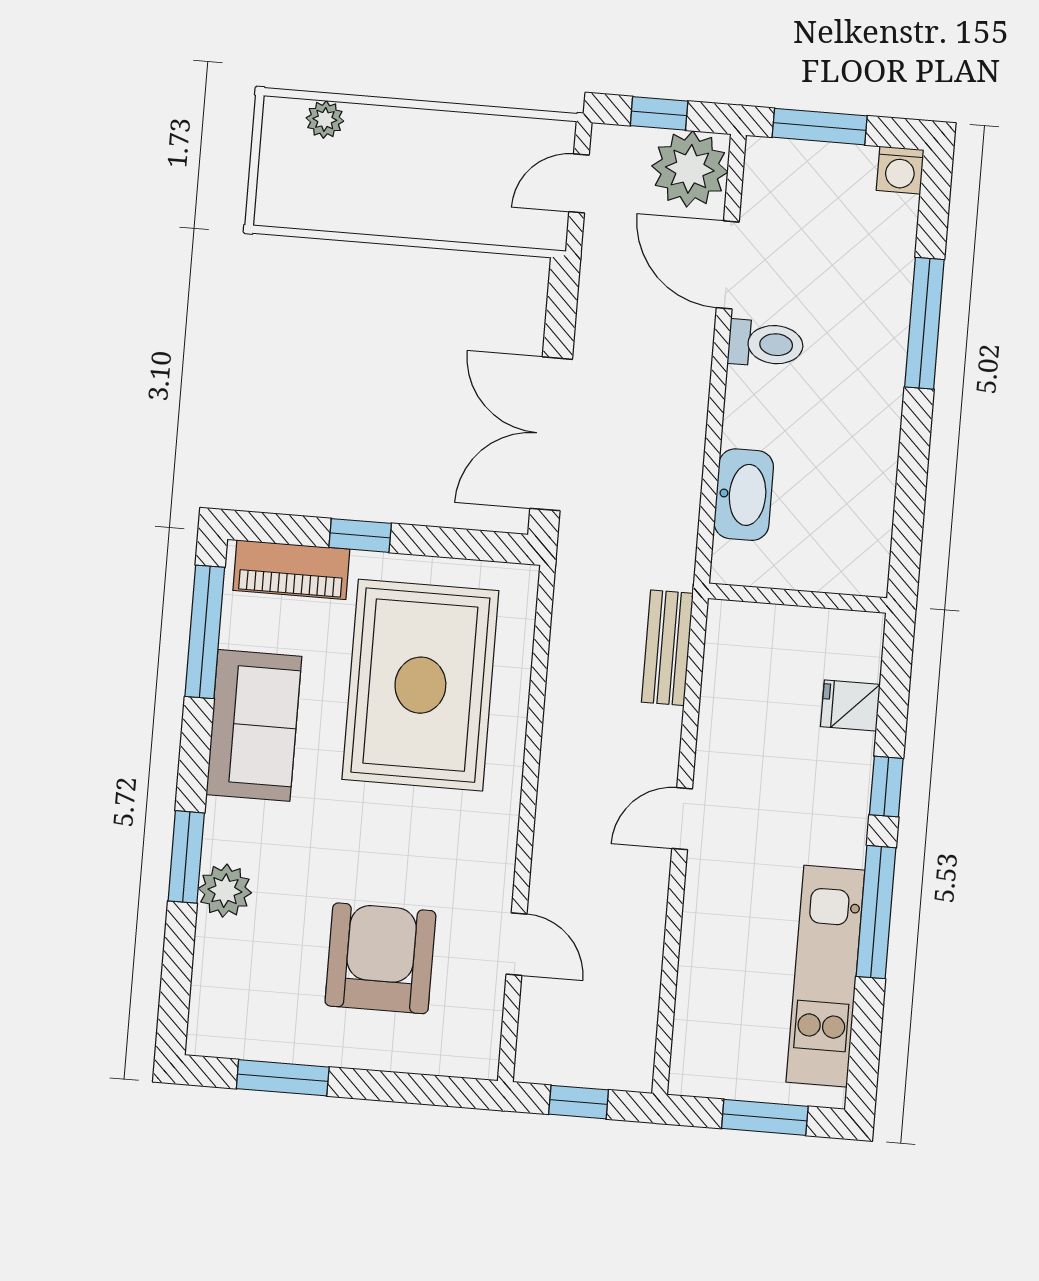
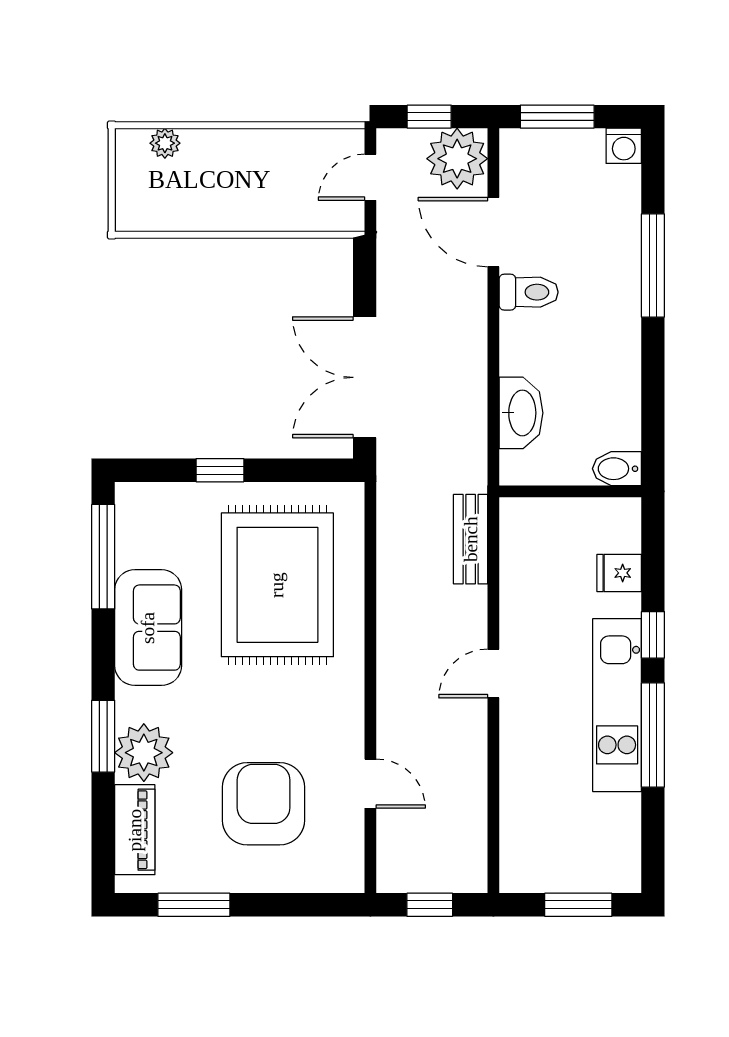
piano: (291, 570) -> (135, 830), moved, turned -90
bidet: (858, 574) -> (617, 469), added
plant: (225, 891) -> (144, 753), width x1.36, depth x1.36
kitchen unit: (825, 976) -> (617, 705), moved

